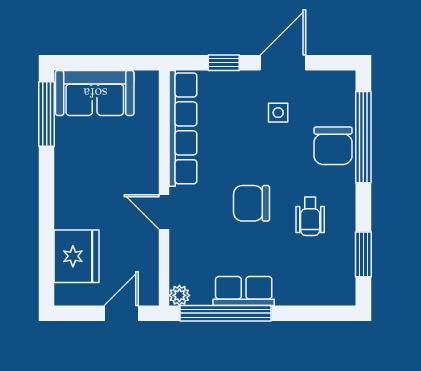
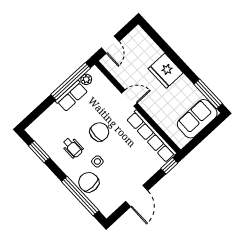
window: (224, 63) -> (169, 166), moved
side table: (278, 113) -> (97, 161), moved
wheelchair: (310, 216) -> (73, 147), turned 180
fridge: (77, 256) -> (166, 71), moved
plant: (179, 295) -> (86, 79), moved

